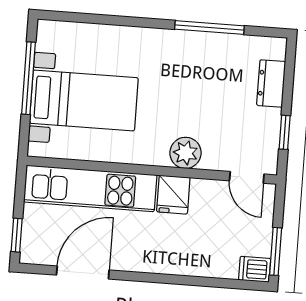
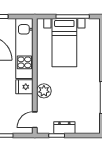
dresser: (271, 83) -> (64, 128), moved

